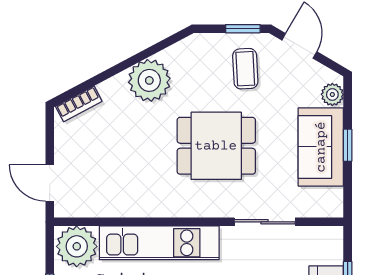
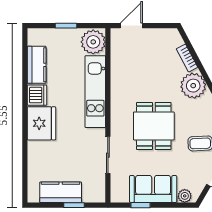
bookcase: (79, 104) -> (187, 58), moved
window: (348, 145) -> (140, 205), moved

